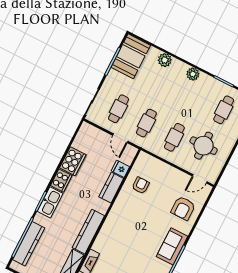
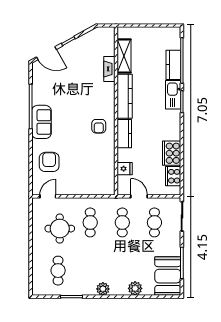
cooker: (61, 181) -> (173, 176), moved
armchair: (141, 185) -> (99, 126), moved
kitchen counter: (111, 188) -> (124, 134), moved
kitchen sink: (50, 202) -> (173, 95), moved
kitchen counter: (29, 244) -> (173, 65), width x0.67

